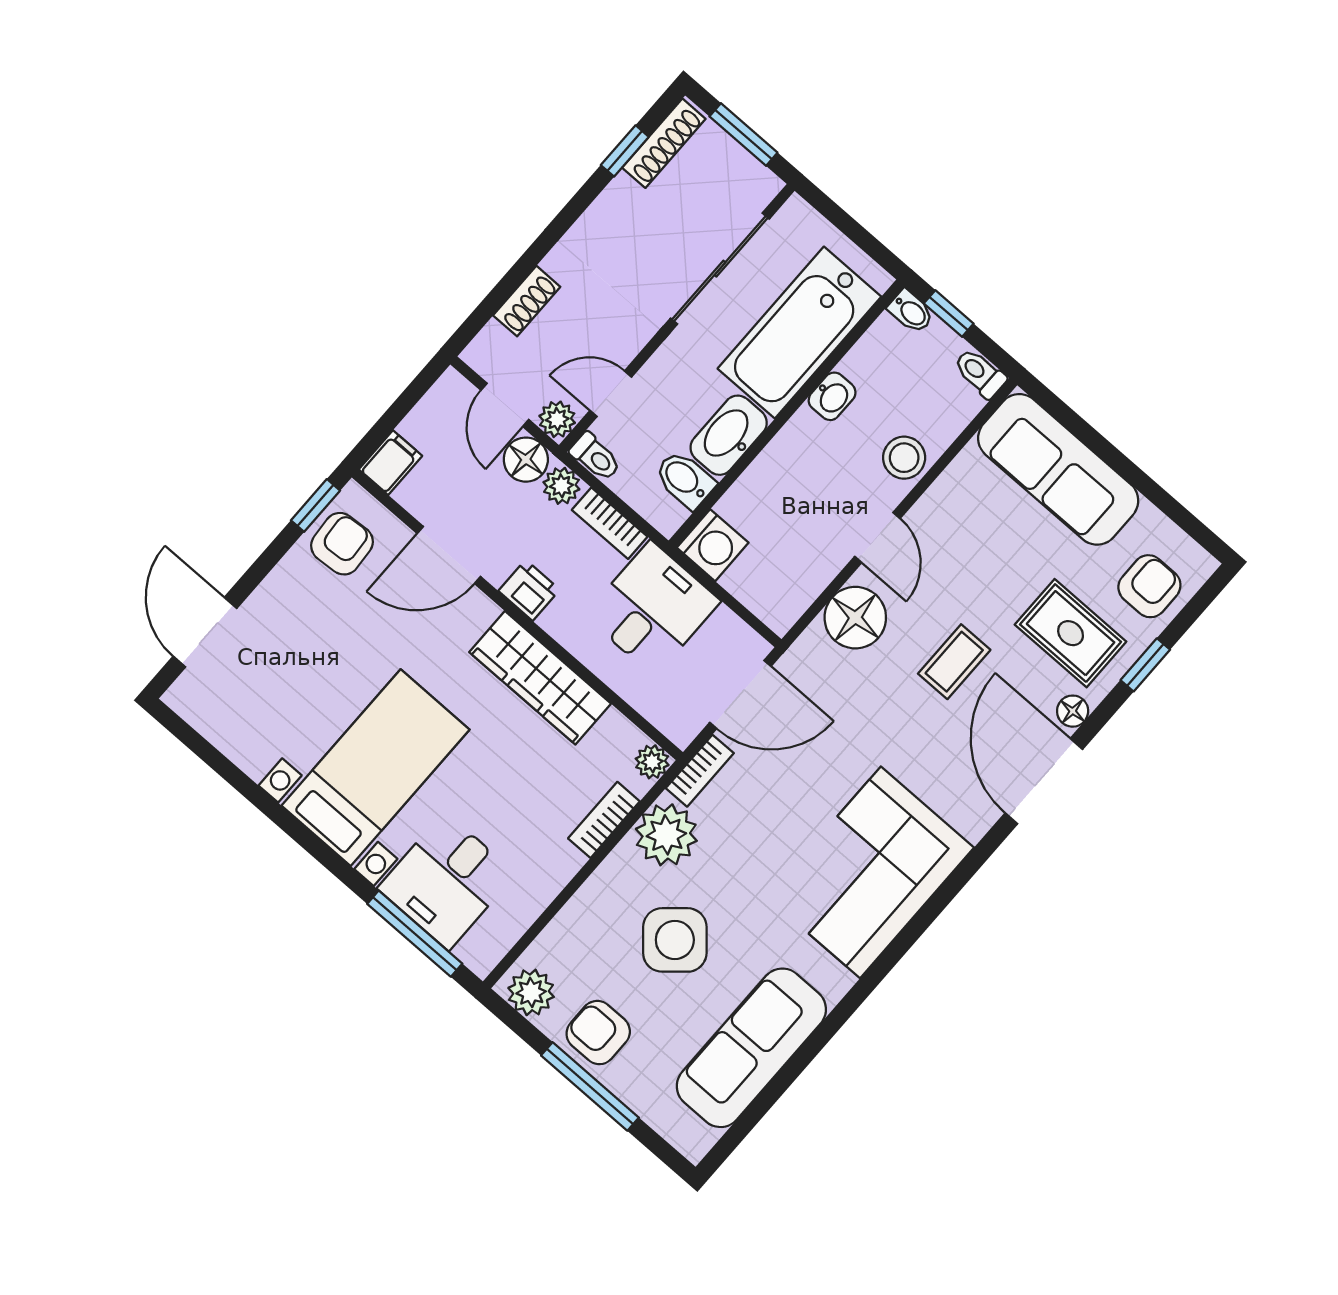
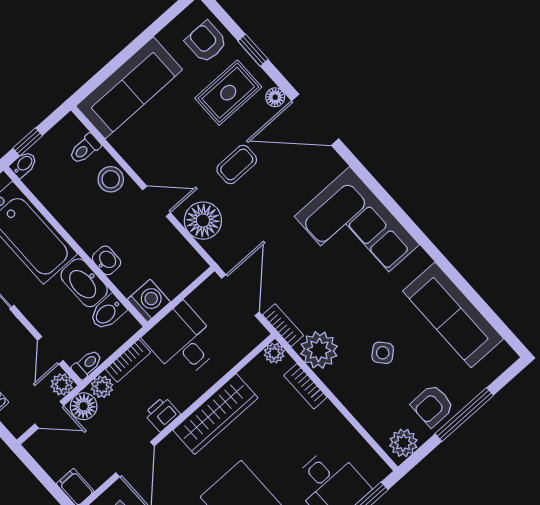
toilet: (980, 373) -> (85, 149), moved
washbasin: (832, 396) -> (106, 260), moved
coffee table: (954, 662) -> (237, 164), turned 90
side table: (675, 940) -> (383, 353), width x0.54, depth x0.54

